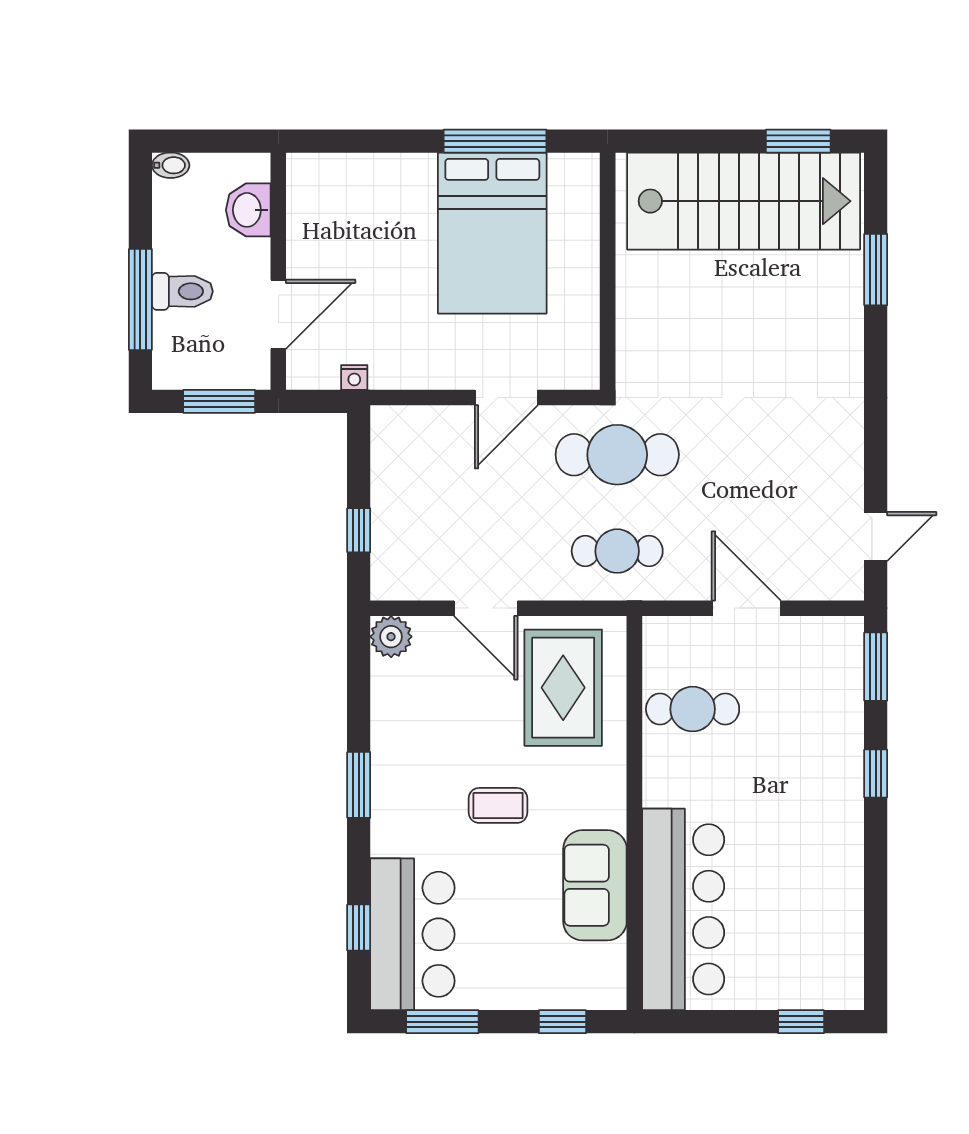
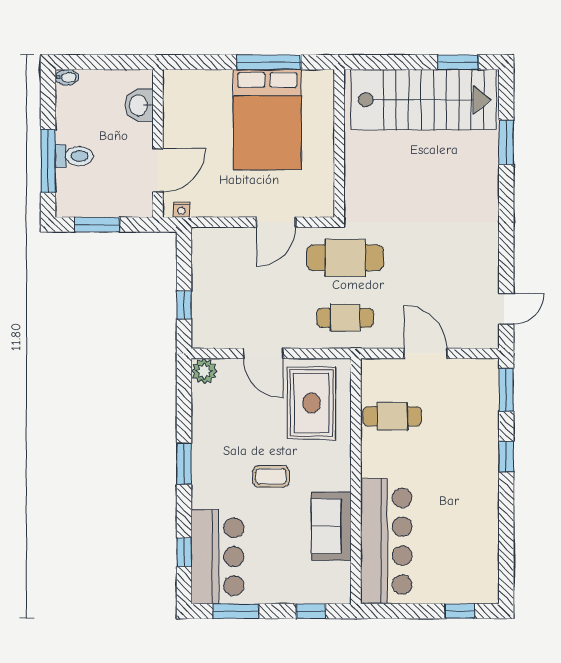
washbasin: (248, 210) -> (139, 105), moved
wall: (278, 271) -> (158, 143), moved
door: (278, 314) -> (158, 170), moved

